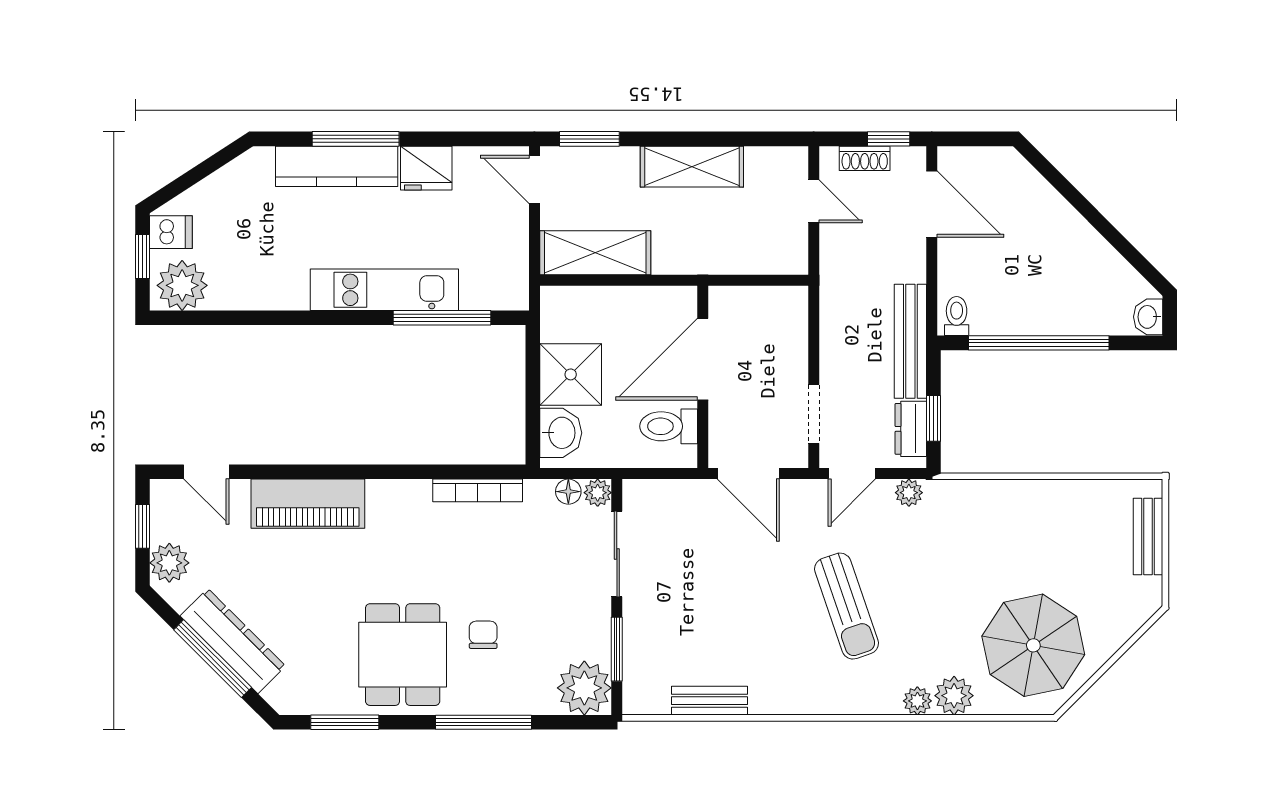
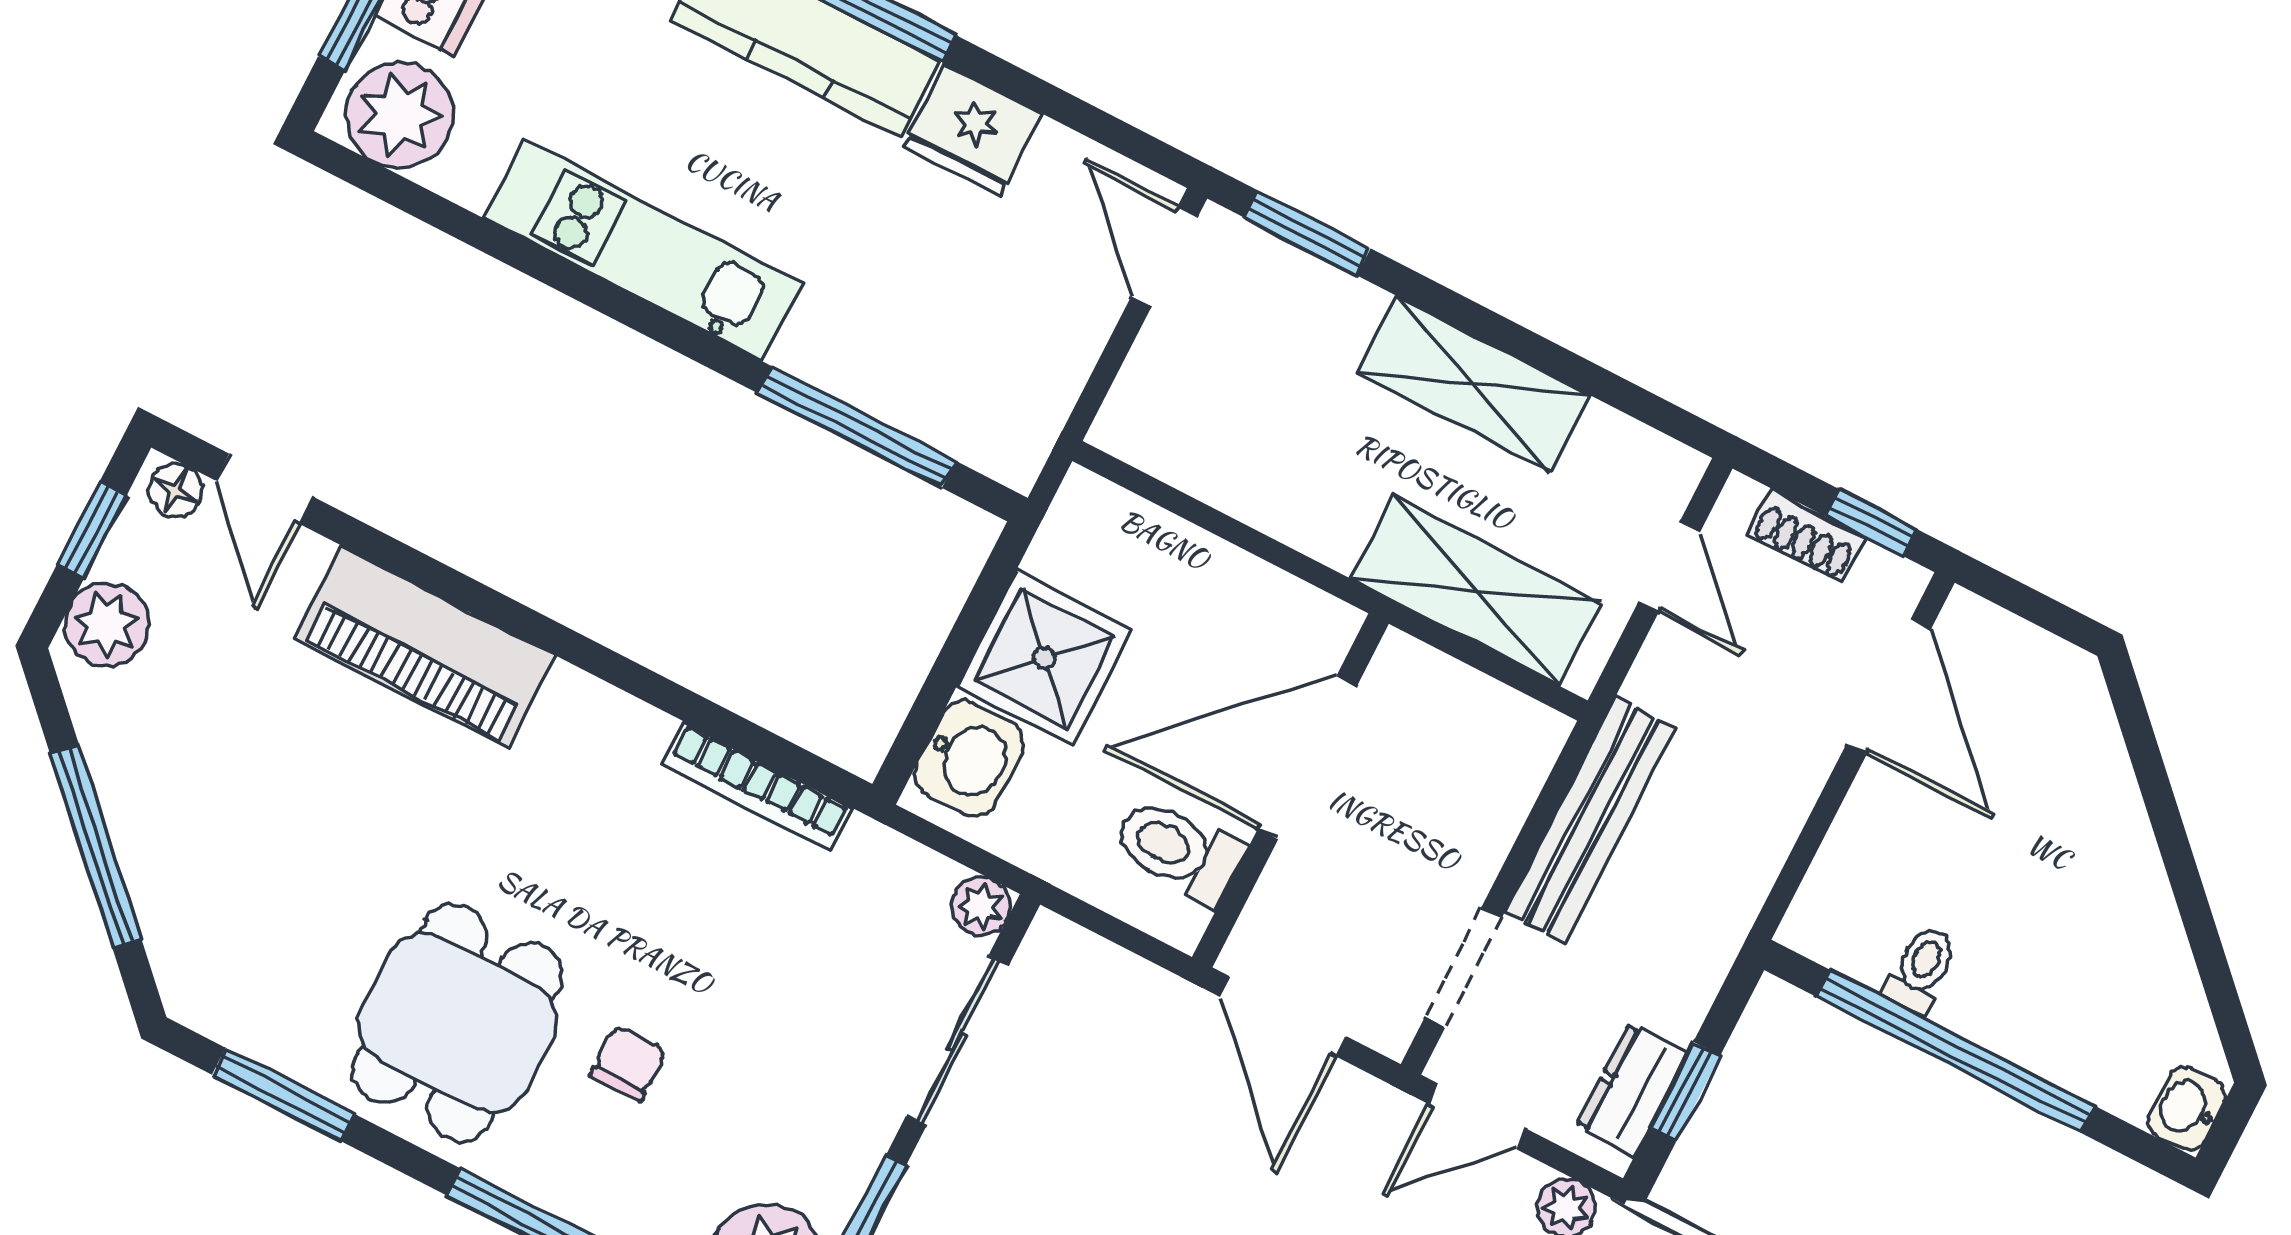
shelving: (595, 253) -> (1476, 590), moved
kitchen unit: (384, 290) -> (643, 250), moved
toilet: (957, 316) -> (1921, 970), moved
bench: (910, 341) -> (1590, 820), moved
floor lamp: (568, 492) -> (175, 490), moved
dresser: (233, 641) -> (151, 833), removed

